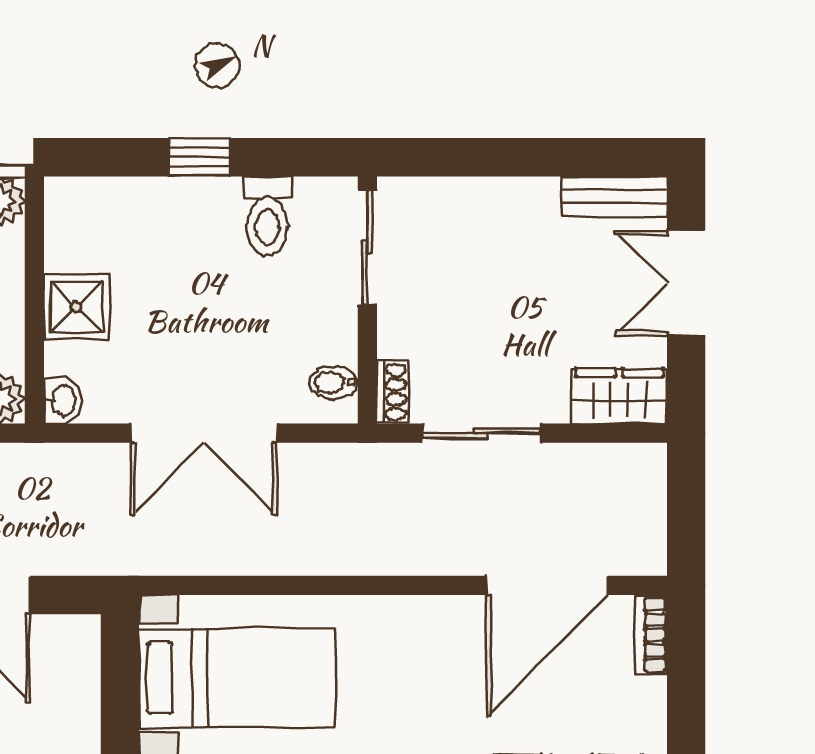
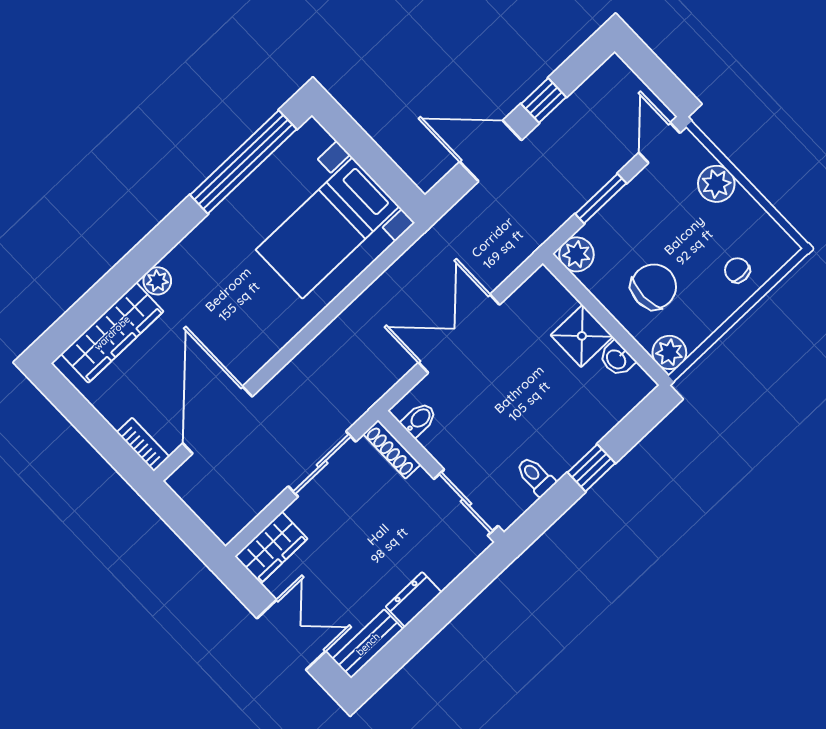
dresser: (521, 197) -> (414, 599), added
toilet: (267, 216) -> (535, 476), width x0.73, depth x0.72
shoe rack: (392, 392) -> (392, 449), width x1.43
washbasin: (63, 400) -> (617, 359), moved

